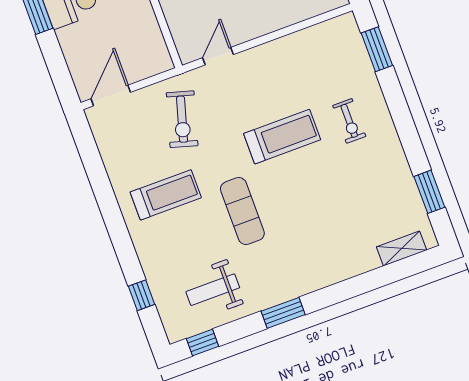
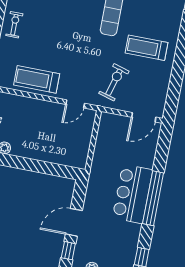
exercise bike: (349, 121) -> (14, 25), moved
treadmill: (282, 137) -> (37, 79), moved

